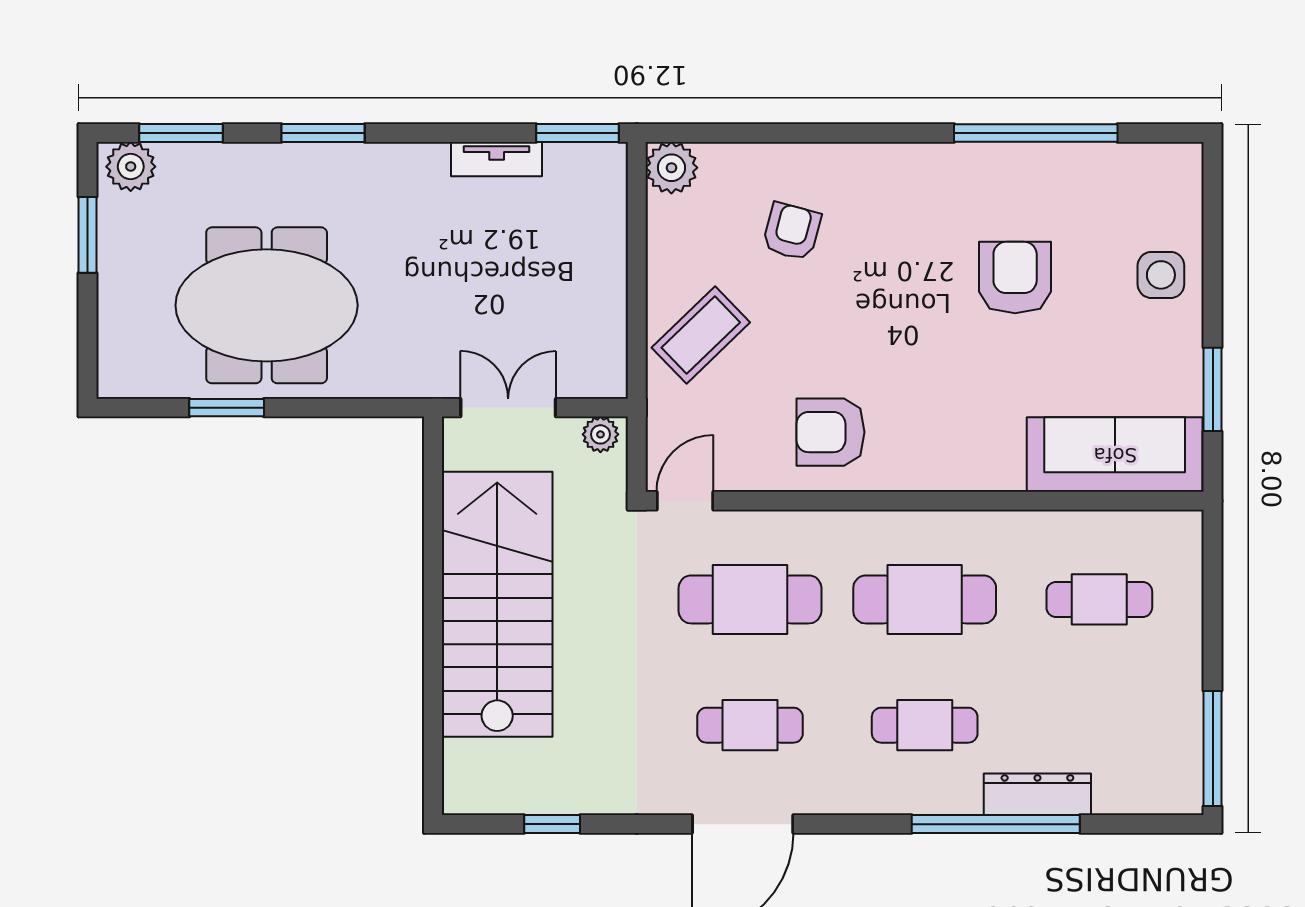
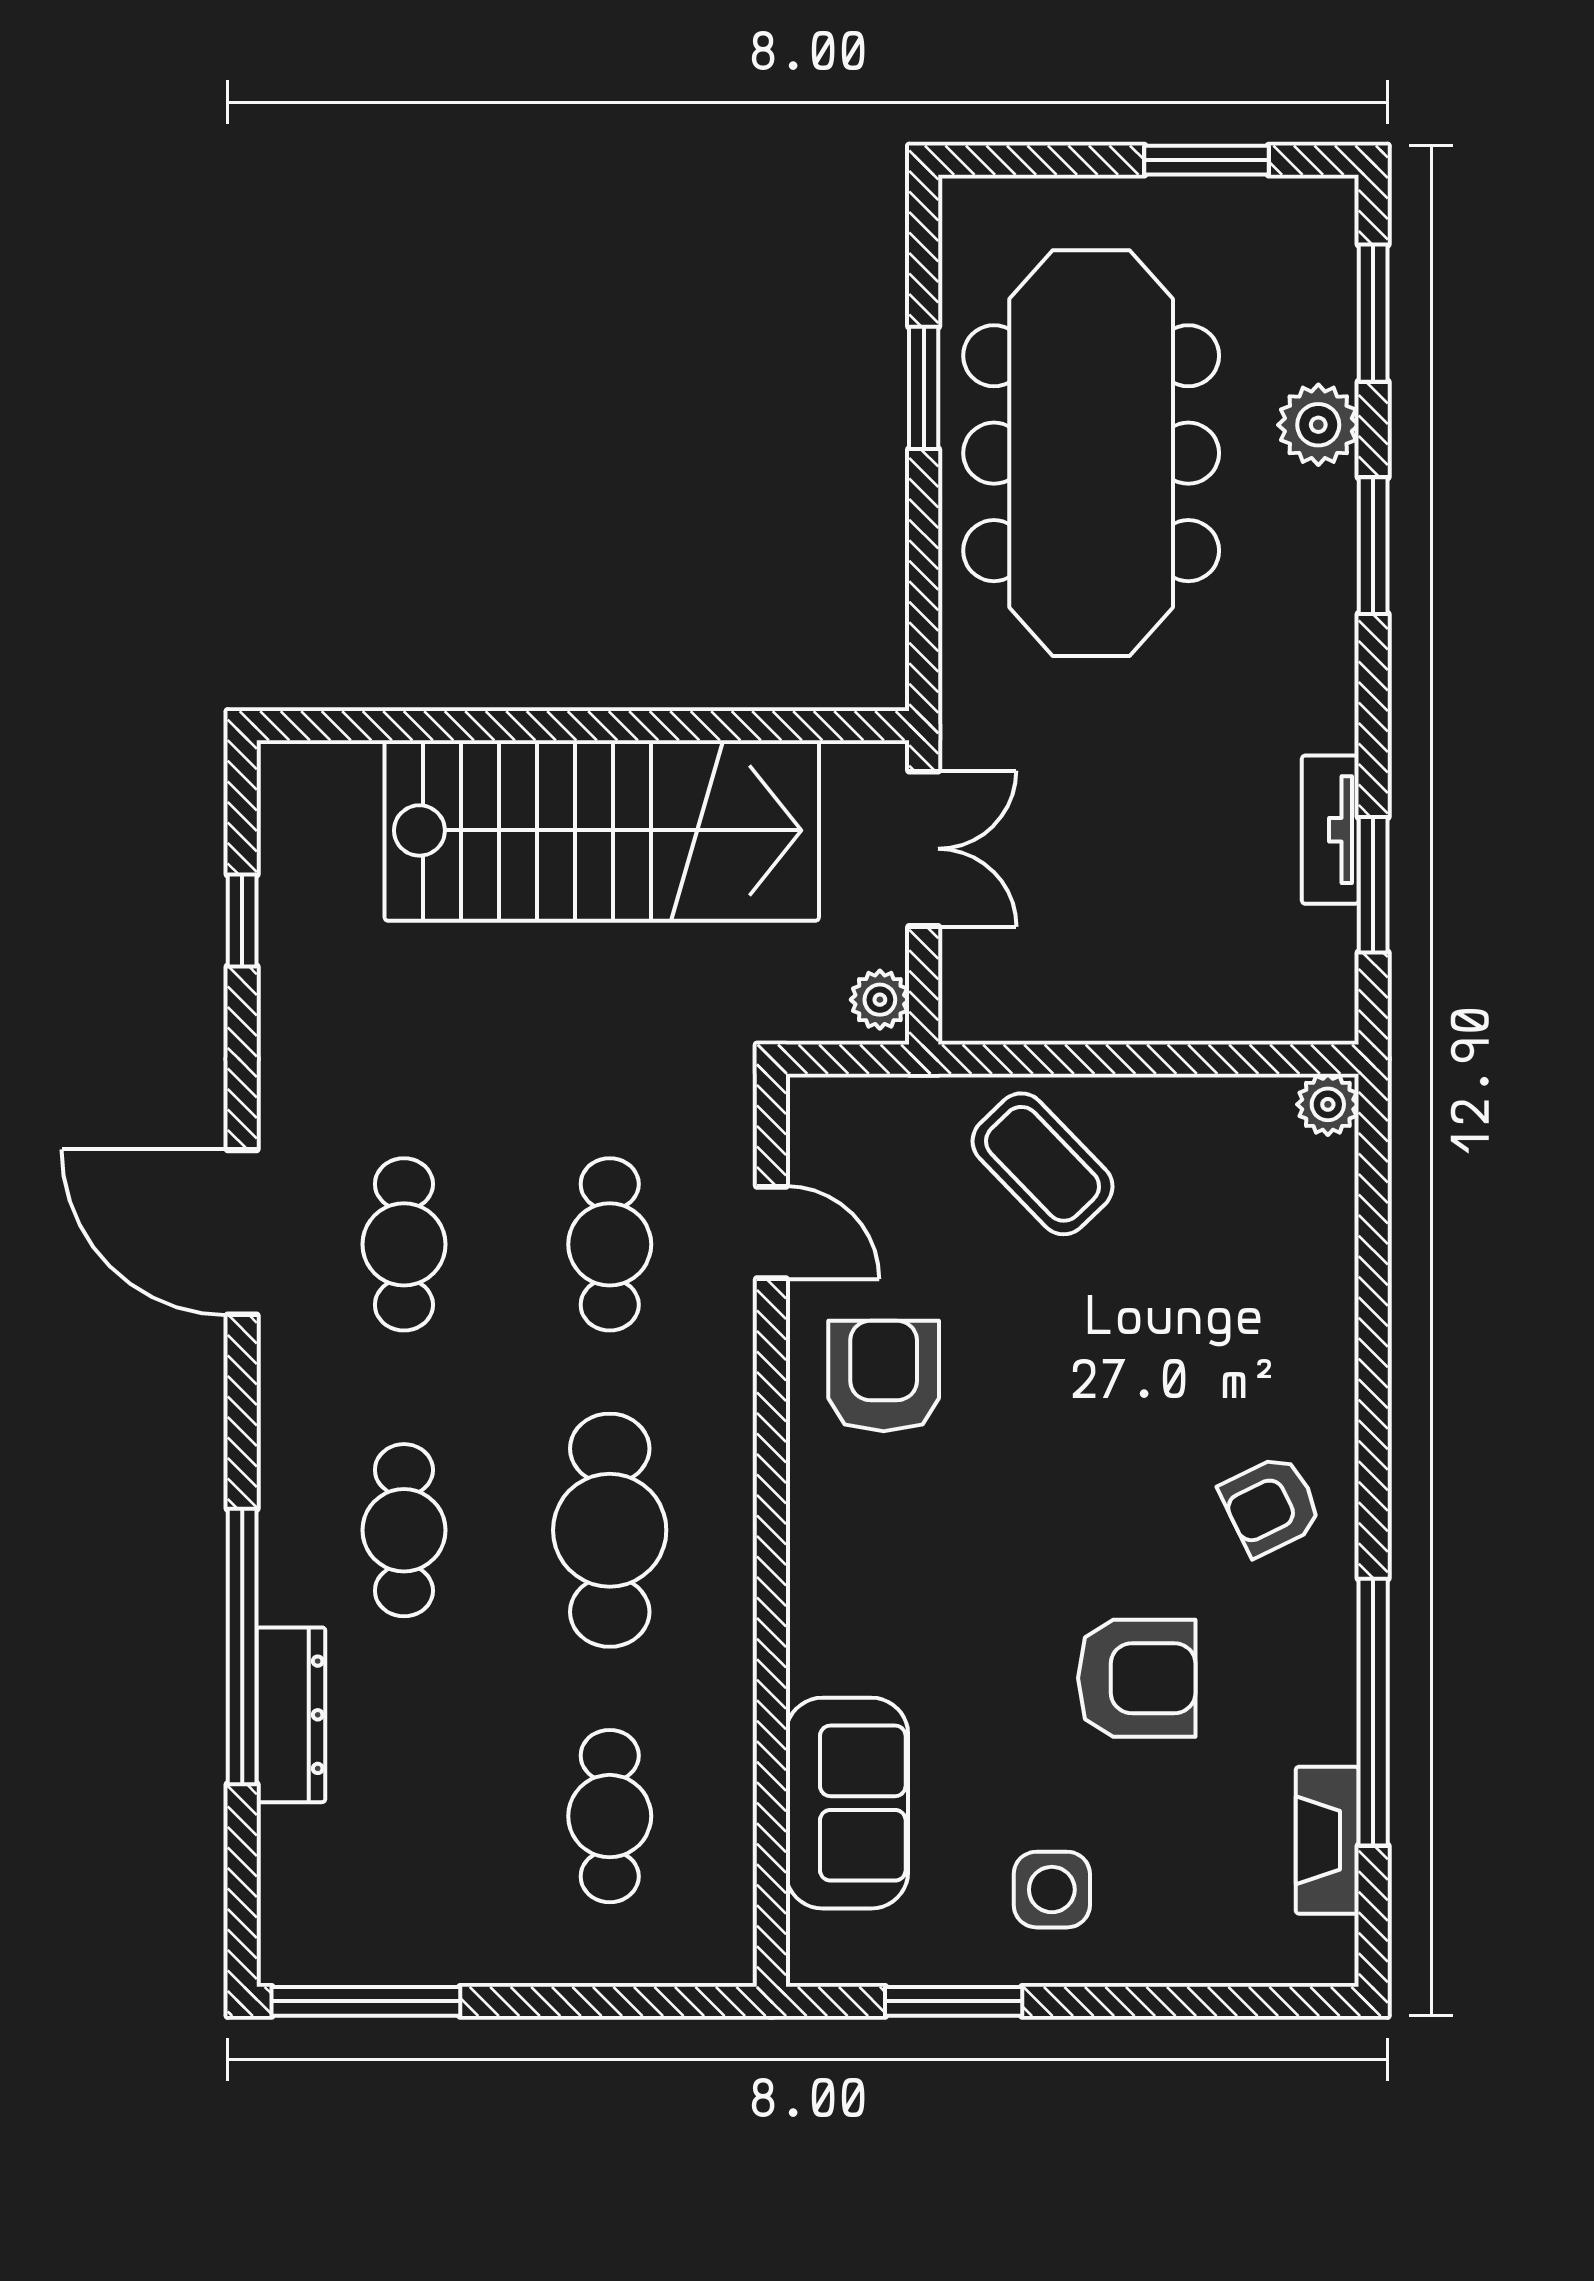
window: (577, 133) -> (1373, 885), moved
fireplace: (1114, 161) -> (1327, 1840), added
plant: (131, 167) -> (1318, 425), moved
plant: (671, 168) -> (1328, 1104), width x0.73, depth x0.73
armchair: (792, 231) -> (1271, 1505), moved, turned 139
side table: (1161, 275) -> (1052, 1890), moved
meeting table: (267, 305) -> (1091, 453), width x1.36
sofa: (1115, 455) -> (847, 1803), width x0.73
door: (685, 501) -> (771, 1232), moved
cafe table: (750, 599) -> (610, 1244), width x0.73, depth x0.74

